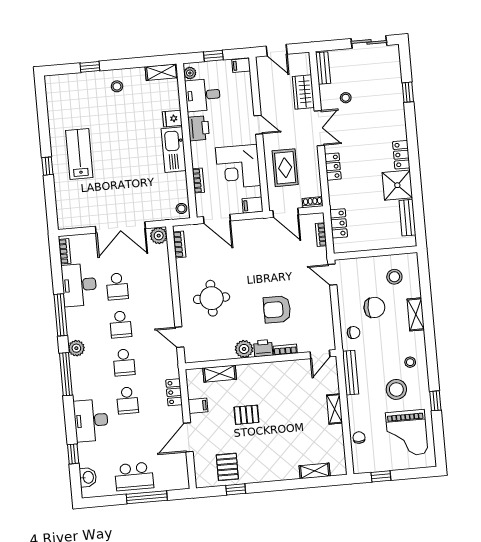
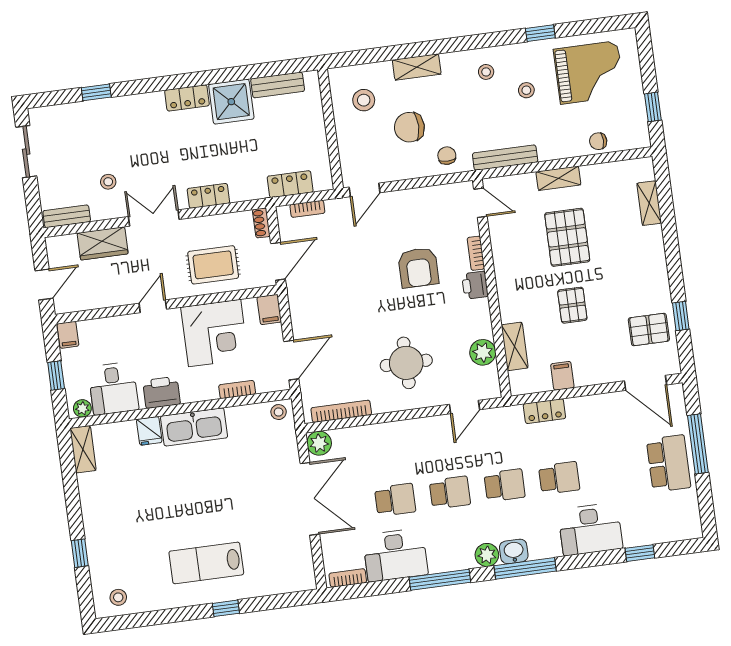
stool: (117, 86) -> (118, 597), moved
bookcase: (179, 244) -> (341, 411), width x1.56
chair: (374, 307) -> (409, 127), turned -90
plant: (244, 349) -> (483, 352), moved
stool: (396, 389) -> (526, 90), width x0.53, depth x0.53
pallet: (293, 413) -> (567, 237), added
door: (188, 437) -> (646, 383), moved
washbasin: (88, 477) -> (514, 551), moved

